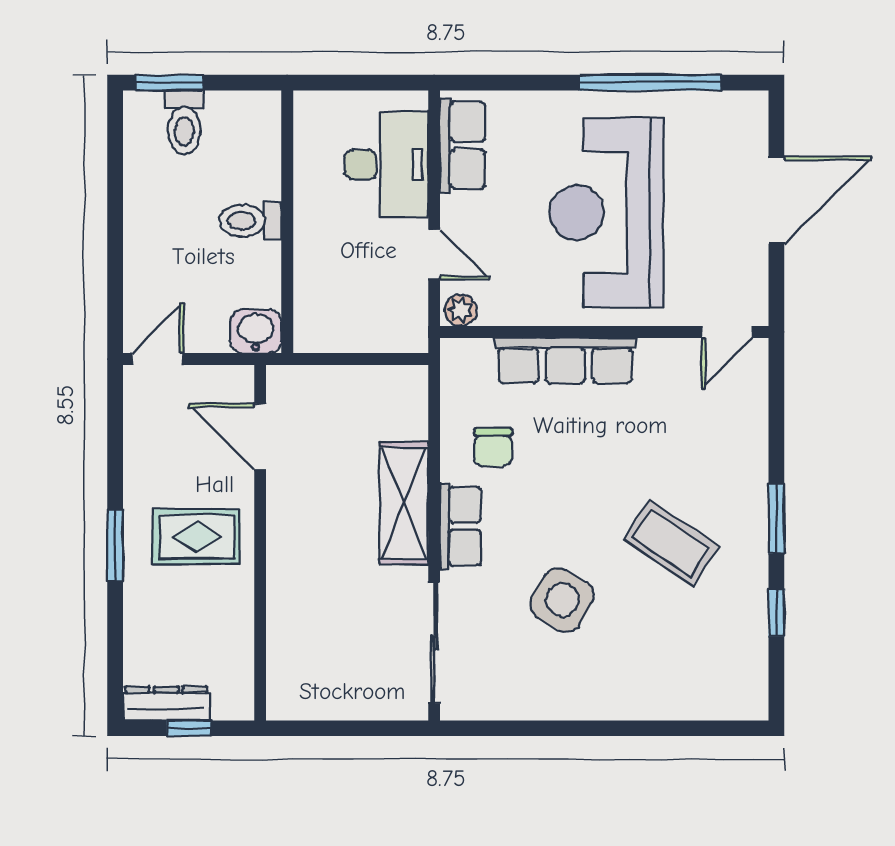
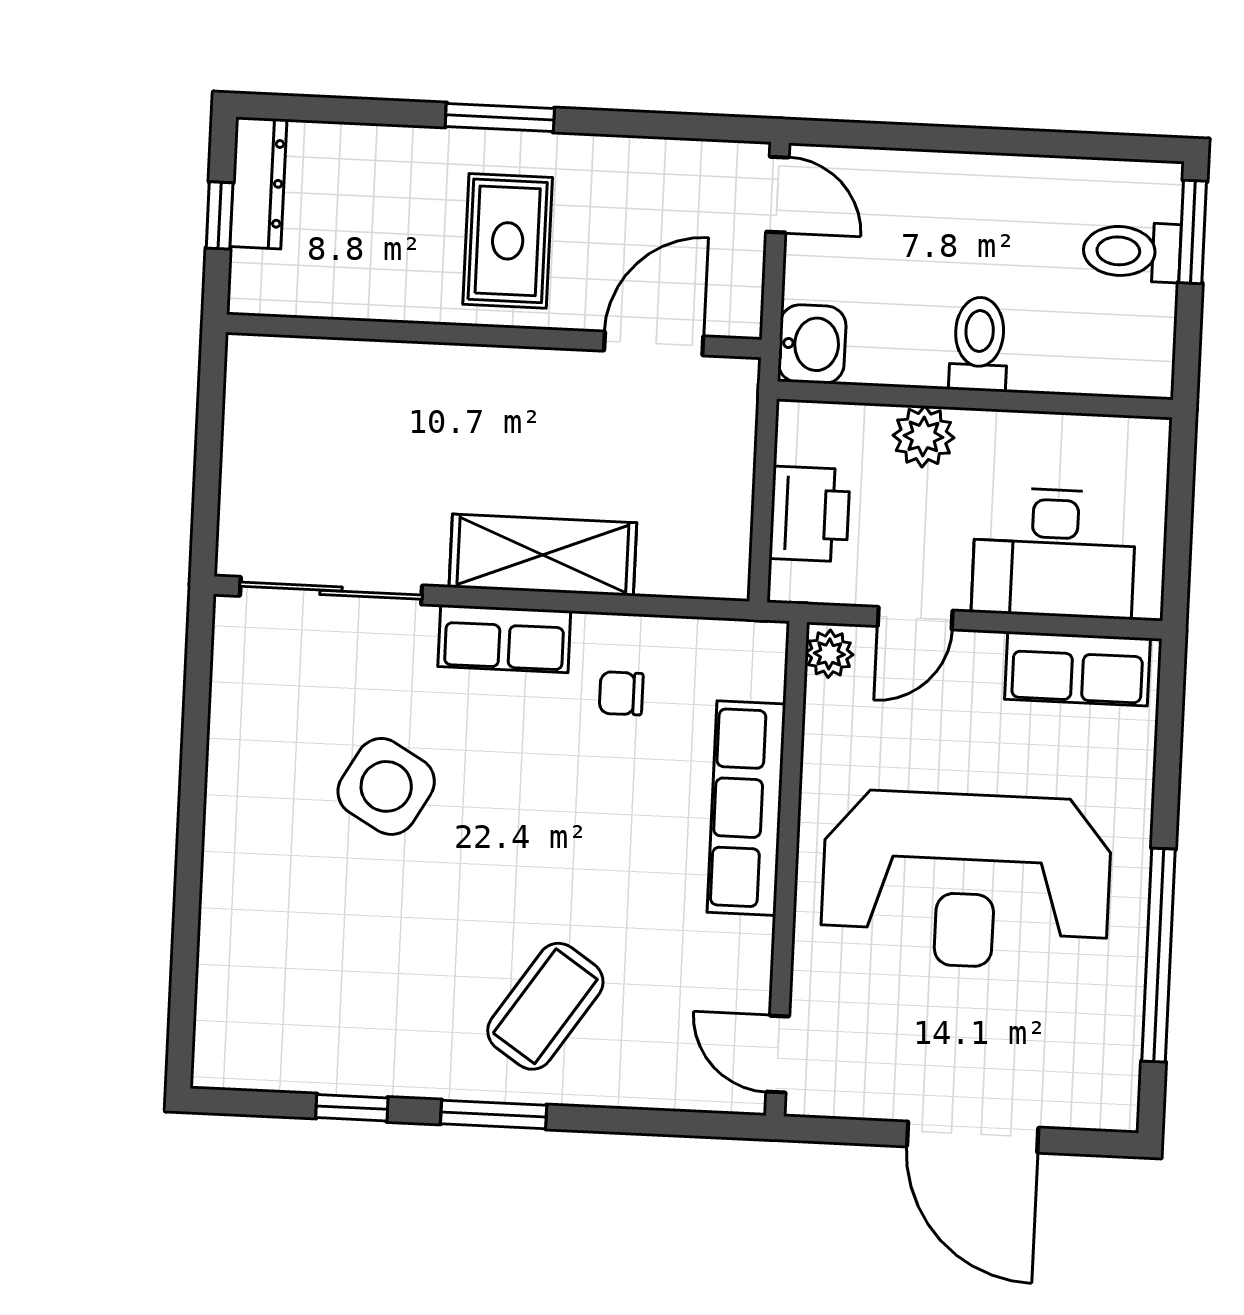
reception desk: (606, 212) -> (966, 880), turned 180
plant: (313, 255) -> (923, 436), added
printer: (368, 328) -> (810, 514), added
chair: (493, 447) -> (621, 693), width x0.73, depth x0.73
coffee table: (671, 543) -> (545, 1006), moved

